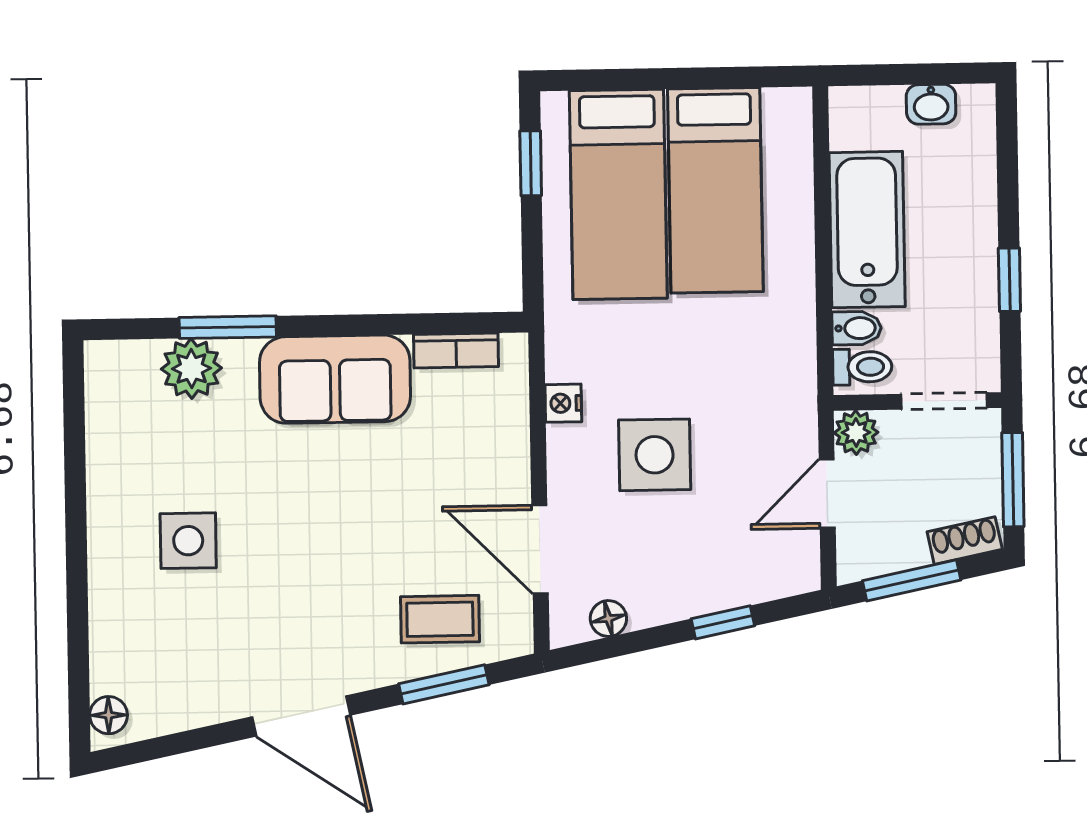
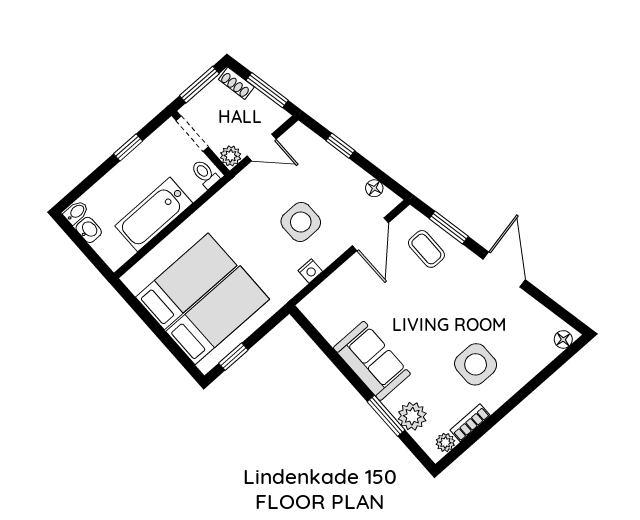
bidet: (857, 328) -> (76, 212), moved, turned 90
bookcase: (456, 350) -> (470, 423), moved, turned -90
plant: (104, 386) -> (445, 442), added
side table: (188, 541) -> (476, 364), width x1.37, depth x1.37

